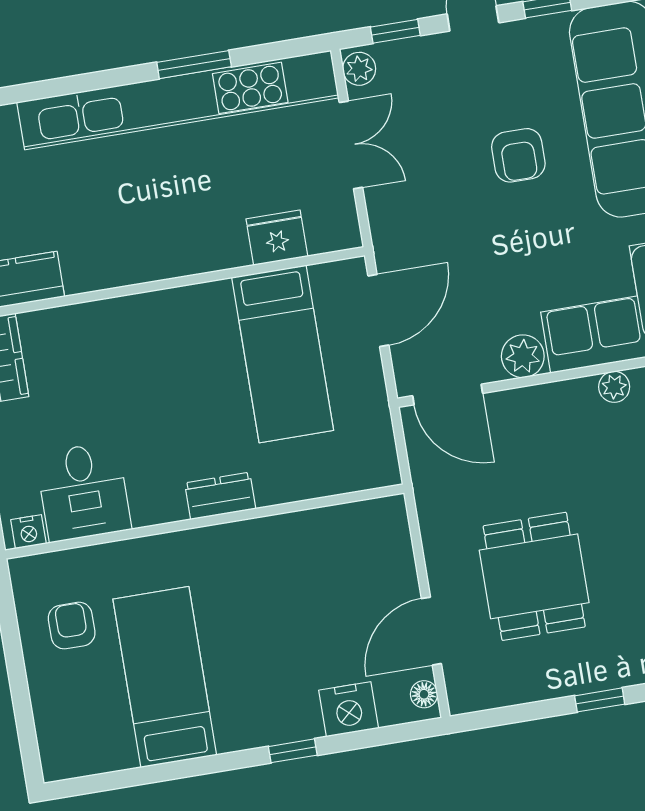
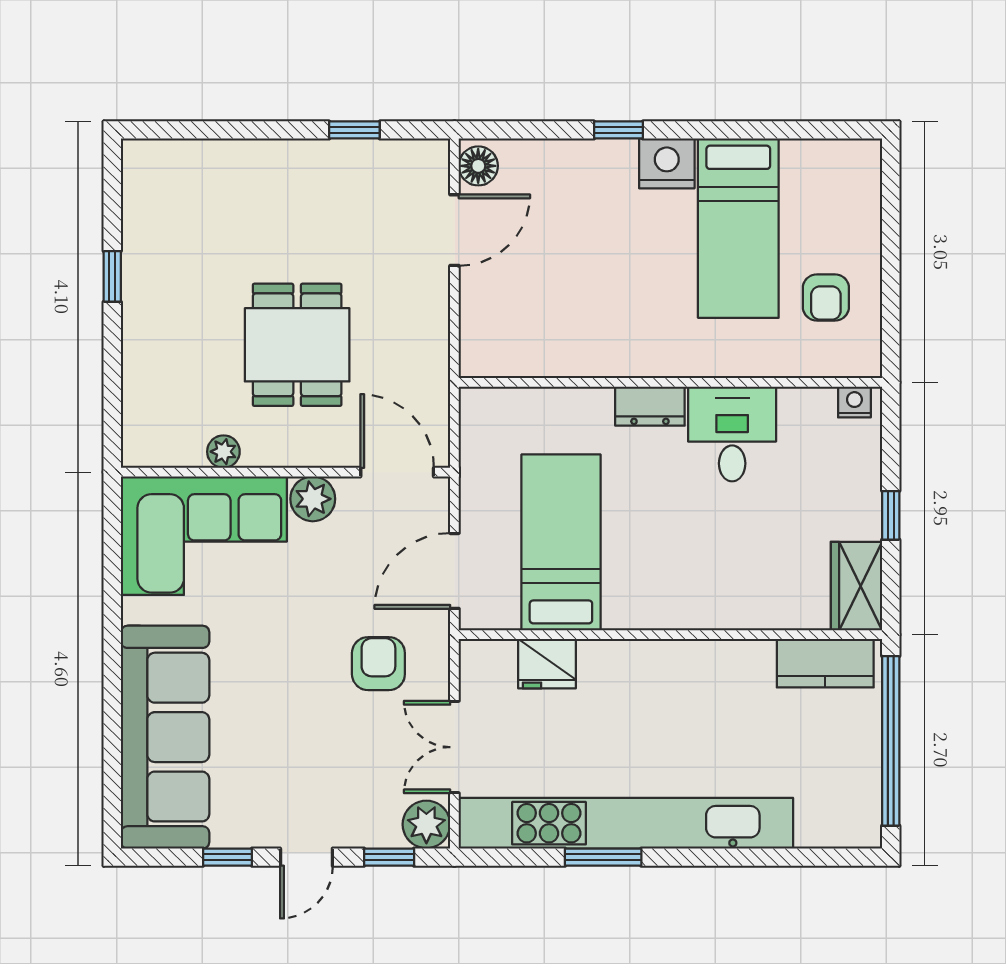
plant: (359, 69) -> (426, 824), width x1.38, depth x1.38
armchair: (518, 155) -> (378, 664), moved
desk: (83, 492) -> (732, 434), moved
dining table: (534, 576) -> (297, 345), moved
floor lamp: (424, 694) -> (478, 166), width x1.37, depth x1.37
window: (600, 700) -> (354, 130), moved
nightstand: (349, 709) -> (667, 163), moved

